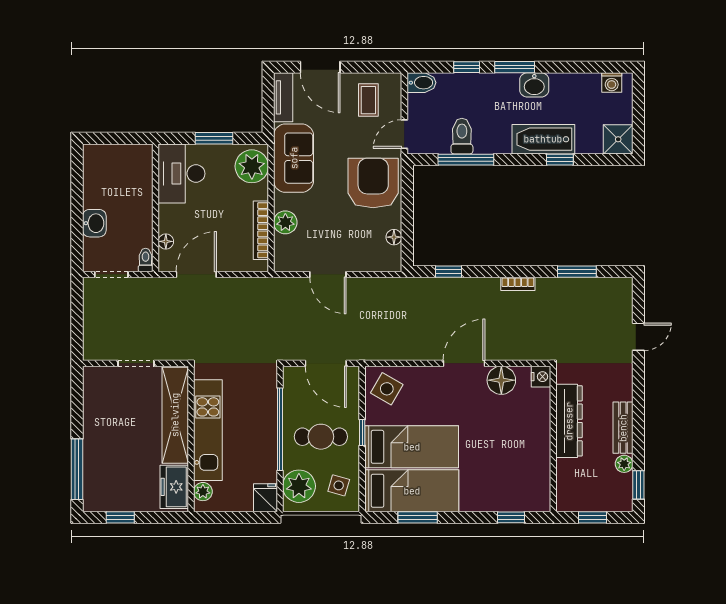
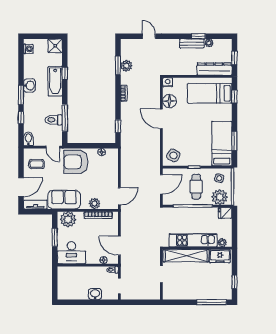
door: (328, 274) -> (119, 196), moved
plant: (576, 289) -> (126, 66), added
dresser: (569, 421) -> (214, 69), moved
bed: (412, 447) -> (210, 93), moved, turned -90
window: (638, 485) -> (198, 36), moved

